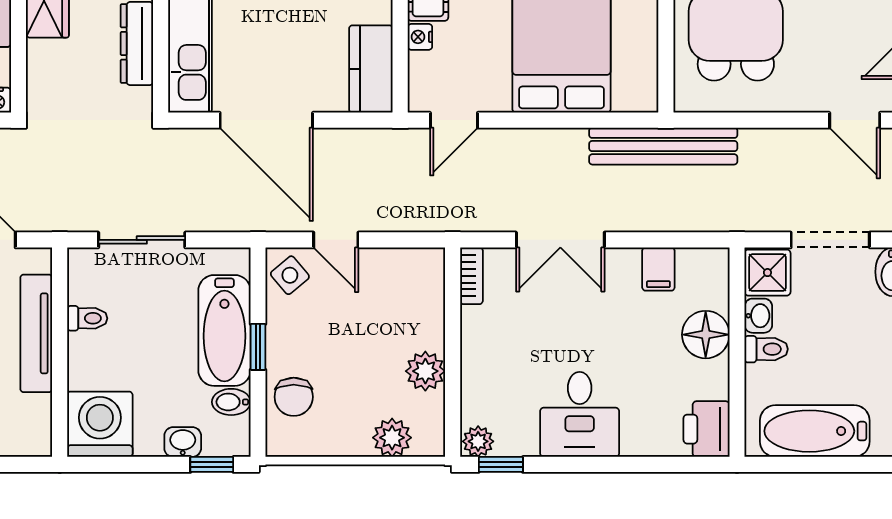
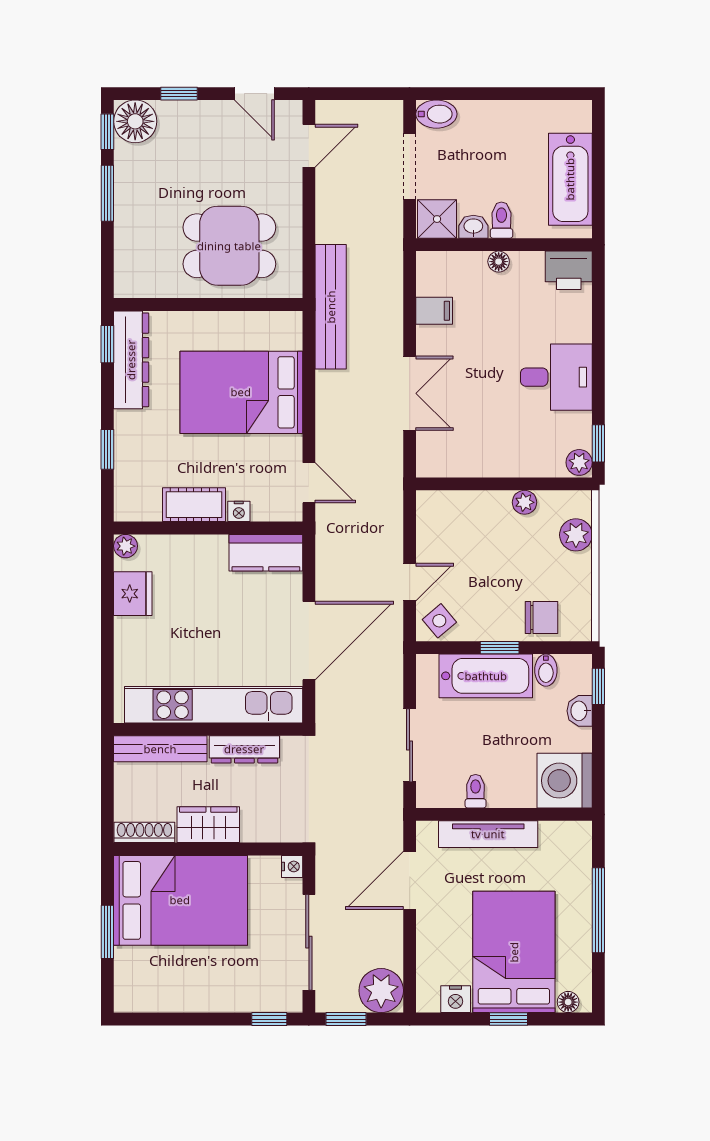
bookcase: (471, 276) -> (440, 468), removed
floor lamp: (706, 335) -> (499, 262), width x0.53, depth x0.53
plant: (425, 371) -> (525, 502), width x0.73, depth x0.73

